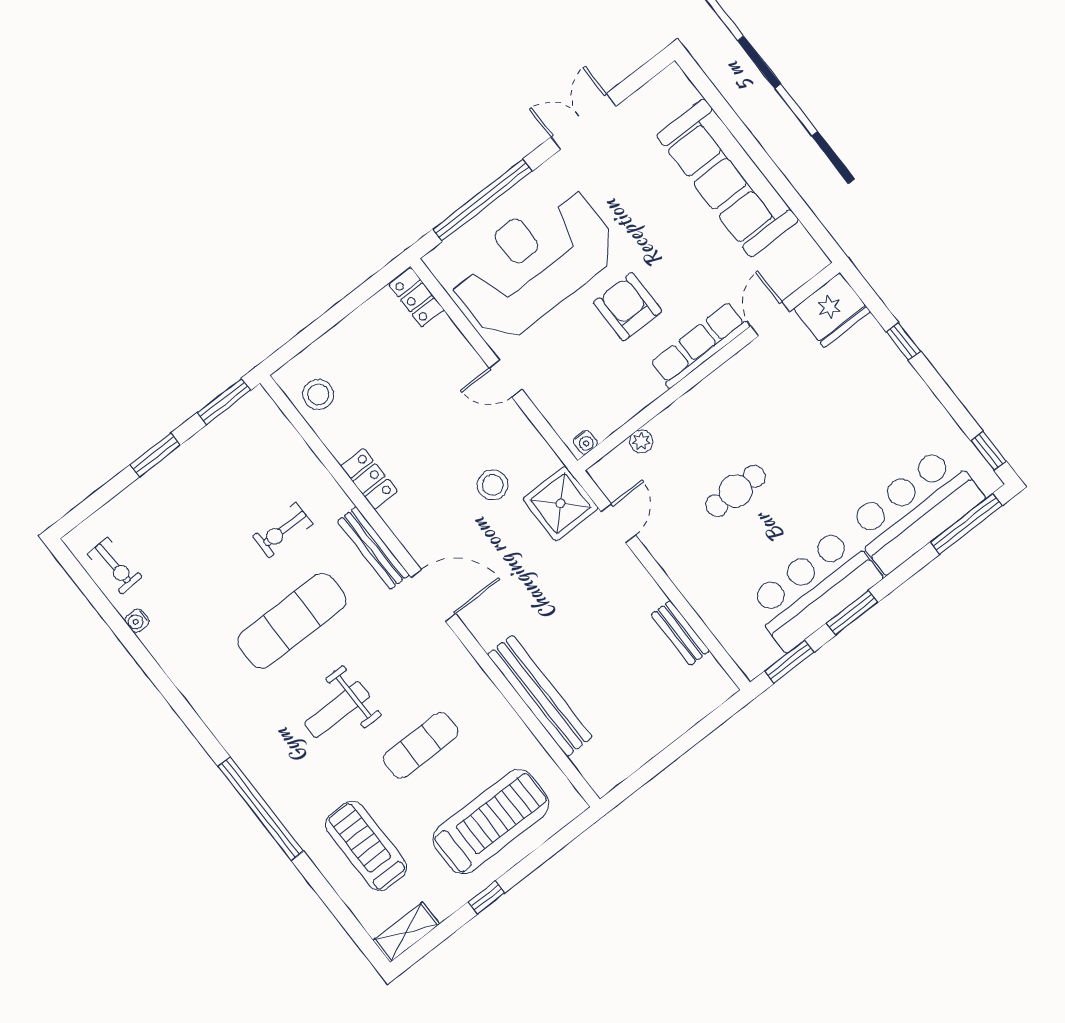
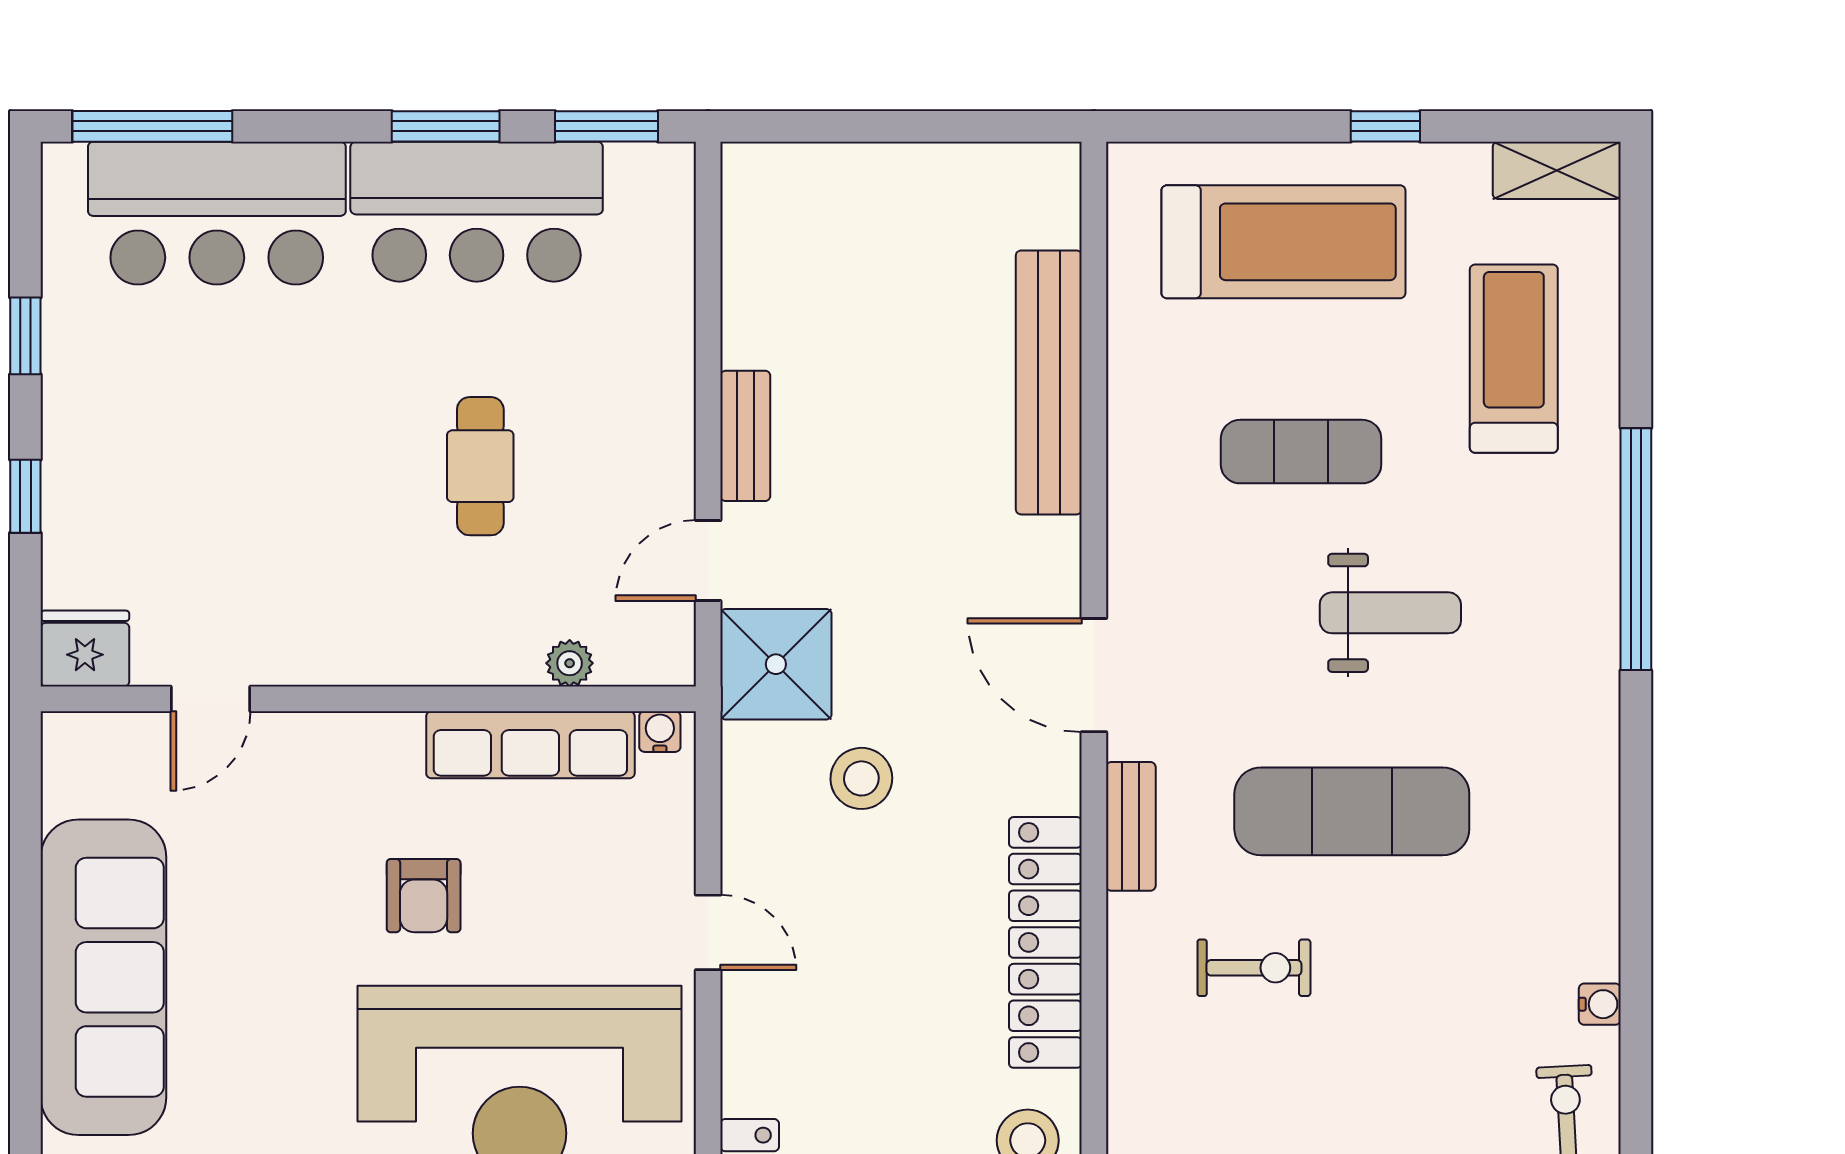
armchair: (628, 307) -> (424, 896), width x0.72, depth x0.72
fridge: (832, 310) -> (85, 649), width x0.73, depth x0.75
row of seats: (700, 345) -> (530, 745), moved
window: (989, 451) -> (25, 336), moved
locker: (369, 479) -> (1045, 942), width x2.16, depth x1.21
cafe table: (736, 491) -> (480, 466), turned 90
bench: (373, 548) -> (1131, 826), width x0.73
bench: (680, 633) -> (745, 436), moved
treadmill: (491, 822) -> (1283, 242), turned 180
treadmill: (366, 846) -> (1514, 359), turned 180

